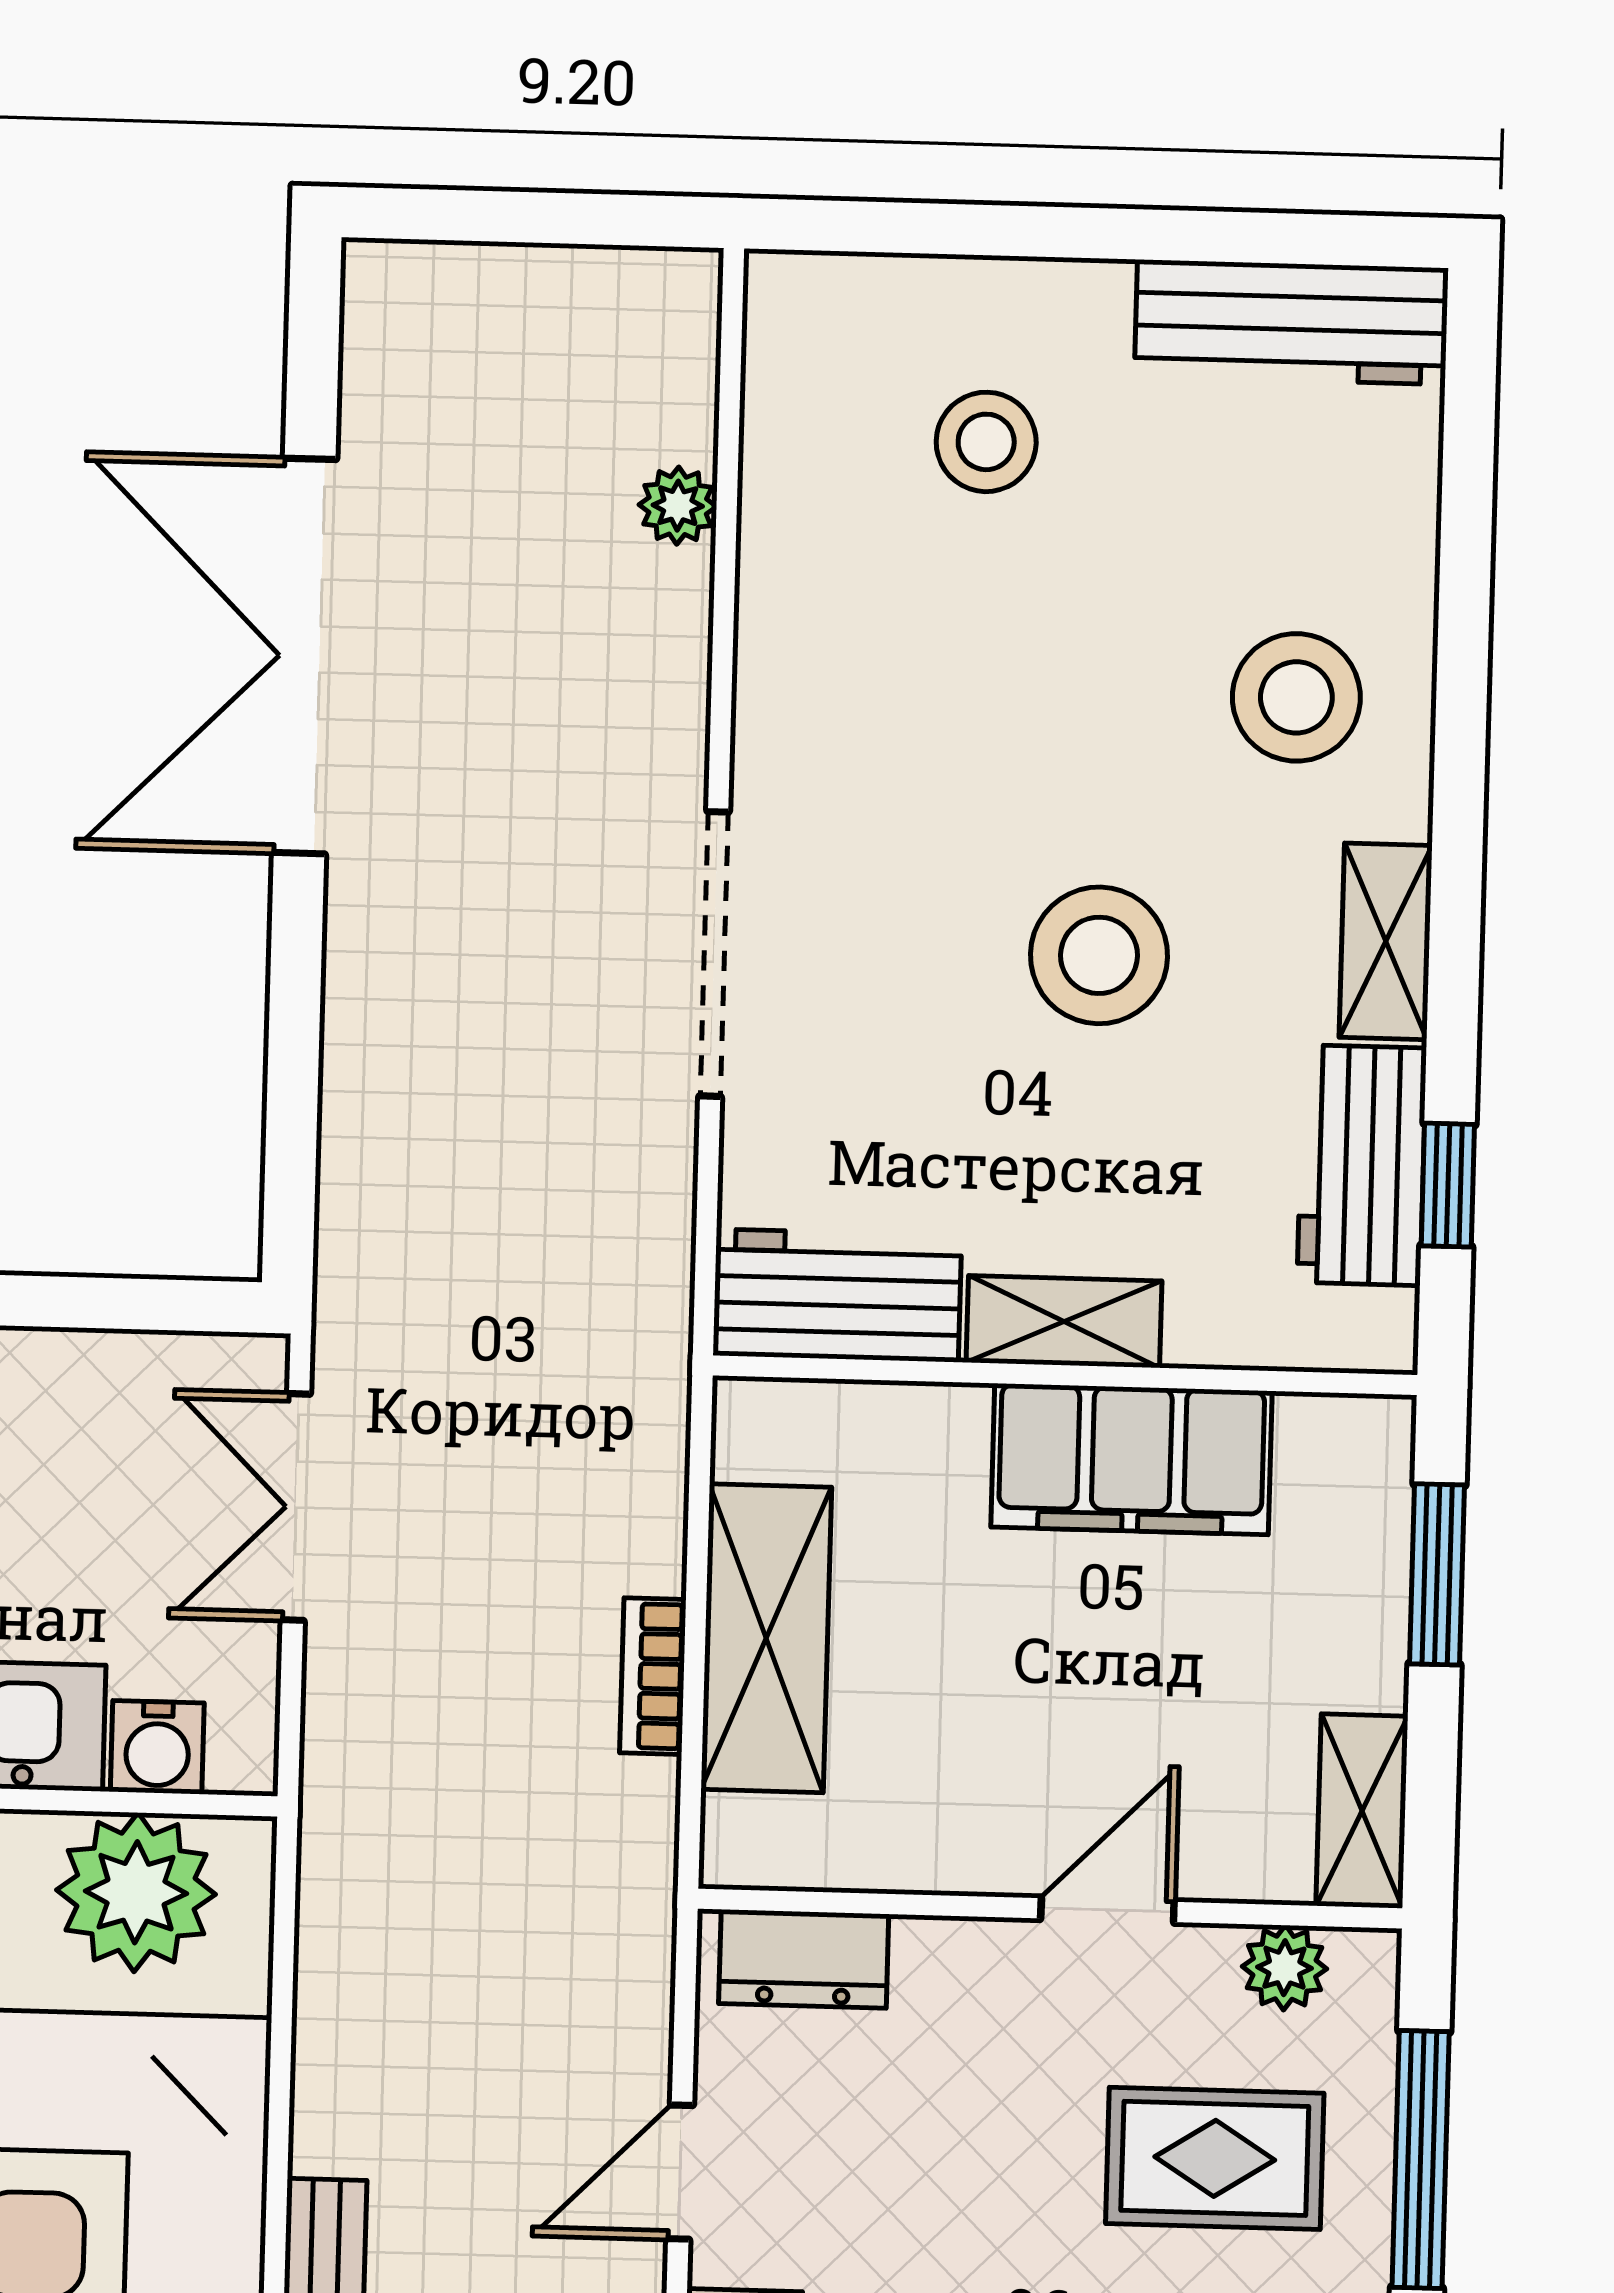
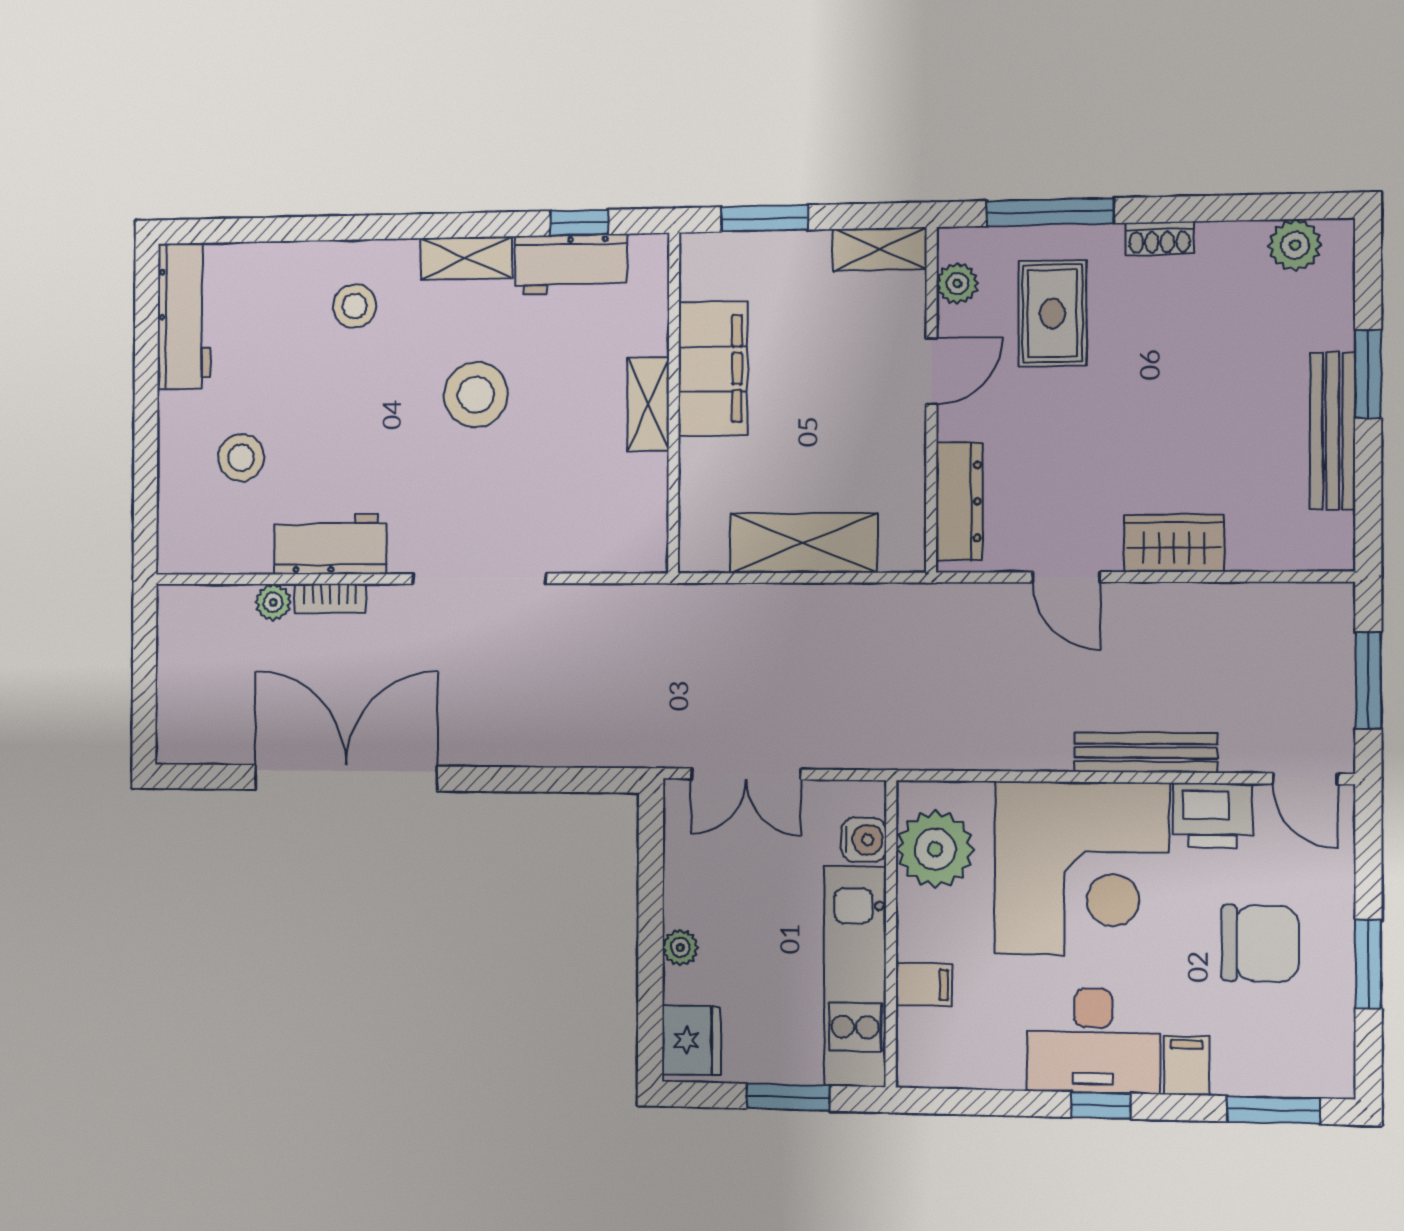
double door: (305, 656) -> (346, 778), swing flipped
stool: (1296, 697) -> (354, 306), width x0.73, depth x0.73
workbench: (837, 1295) -> (330, 544), moved, turned 90
bookcase: (653, 1676) -> (330, 599), moved
door: (1107, 1910) -> (931, 371), swing flipped
dresser: (804, 1959) -> (959, 502), width x1.44

